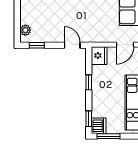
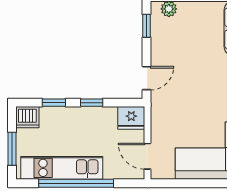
window: (89, 119) -> (54, 103), moved
window: (108, 136) -> (12, 149), moved

